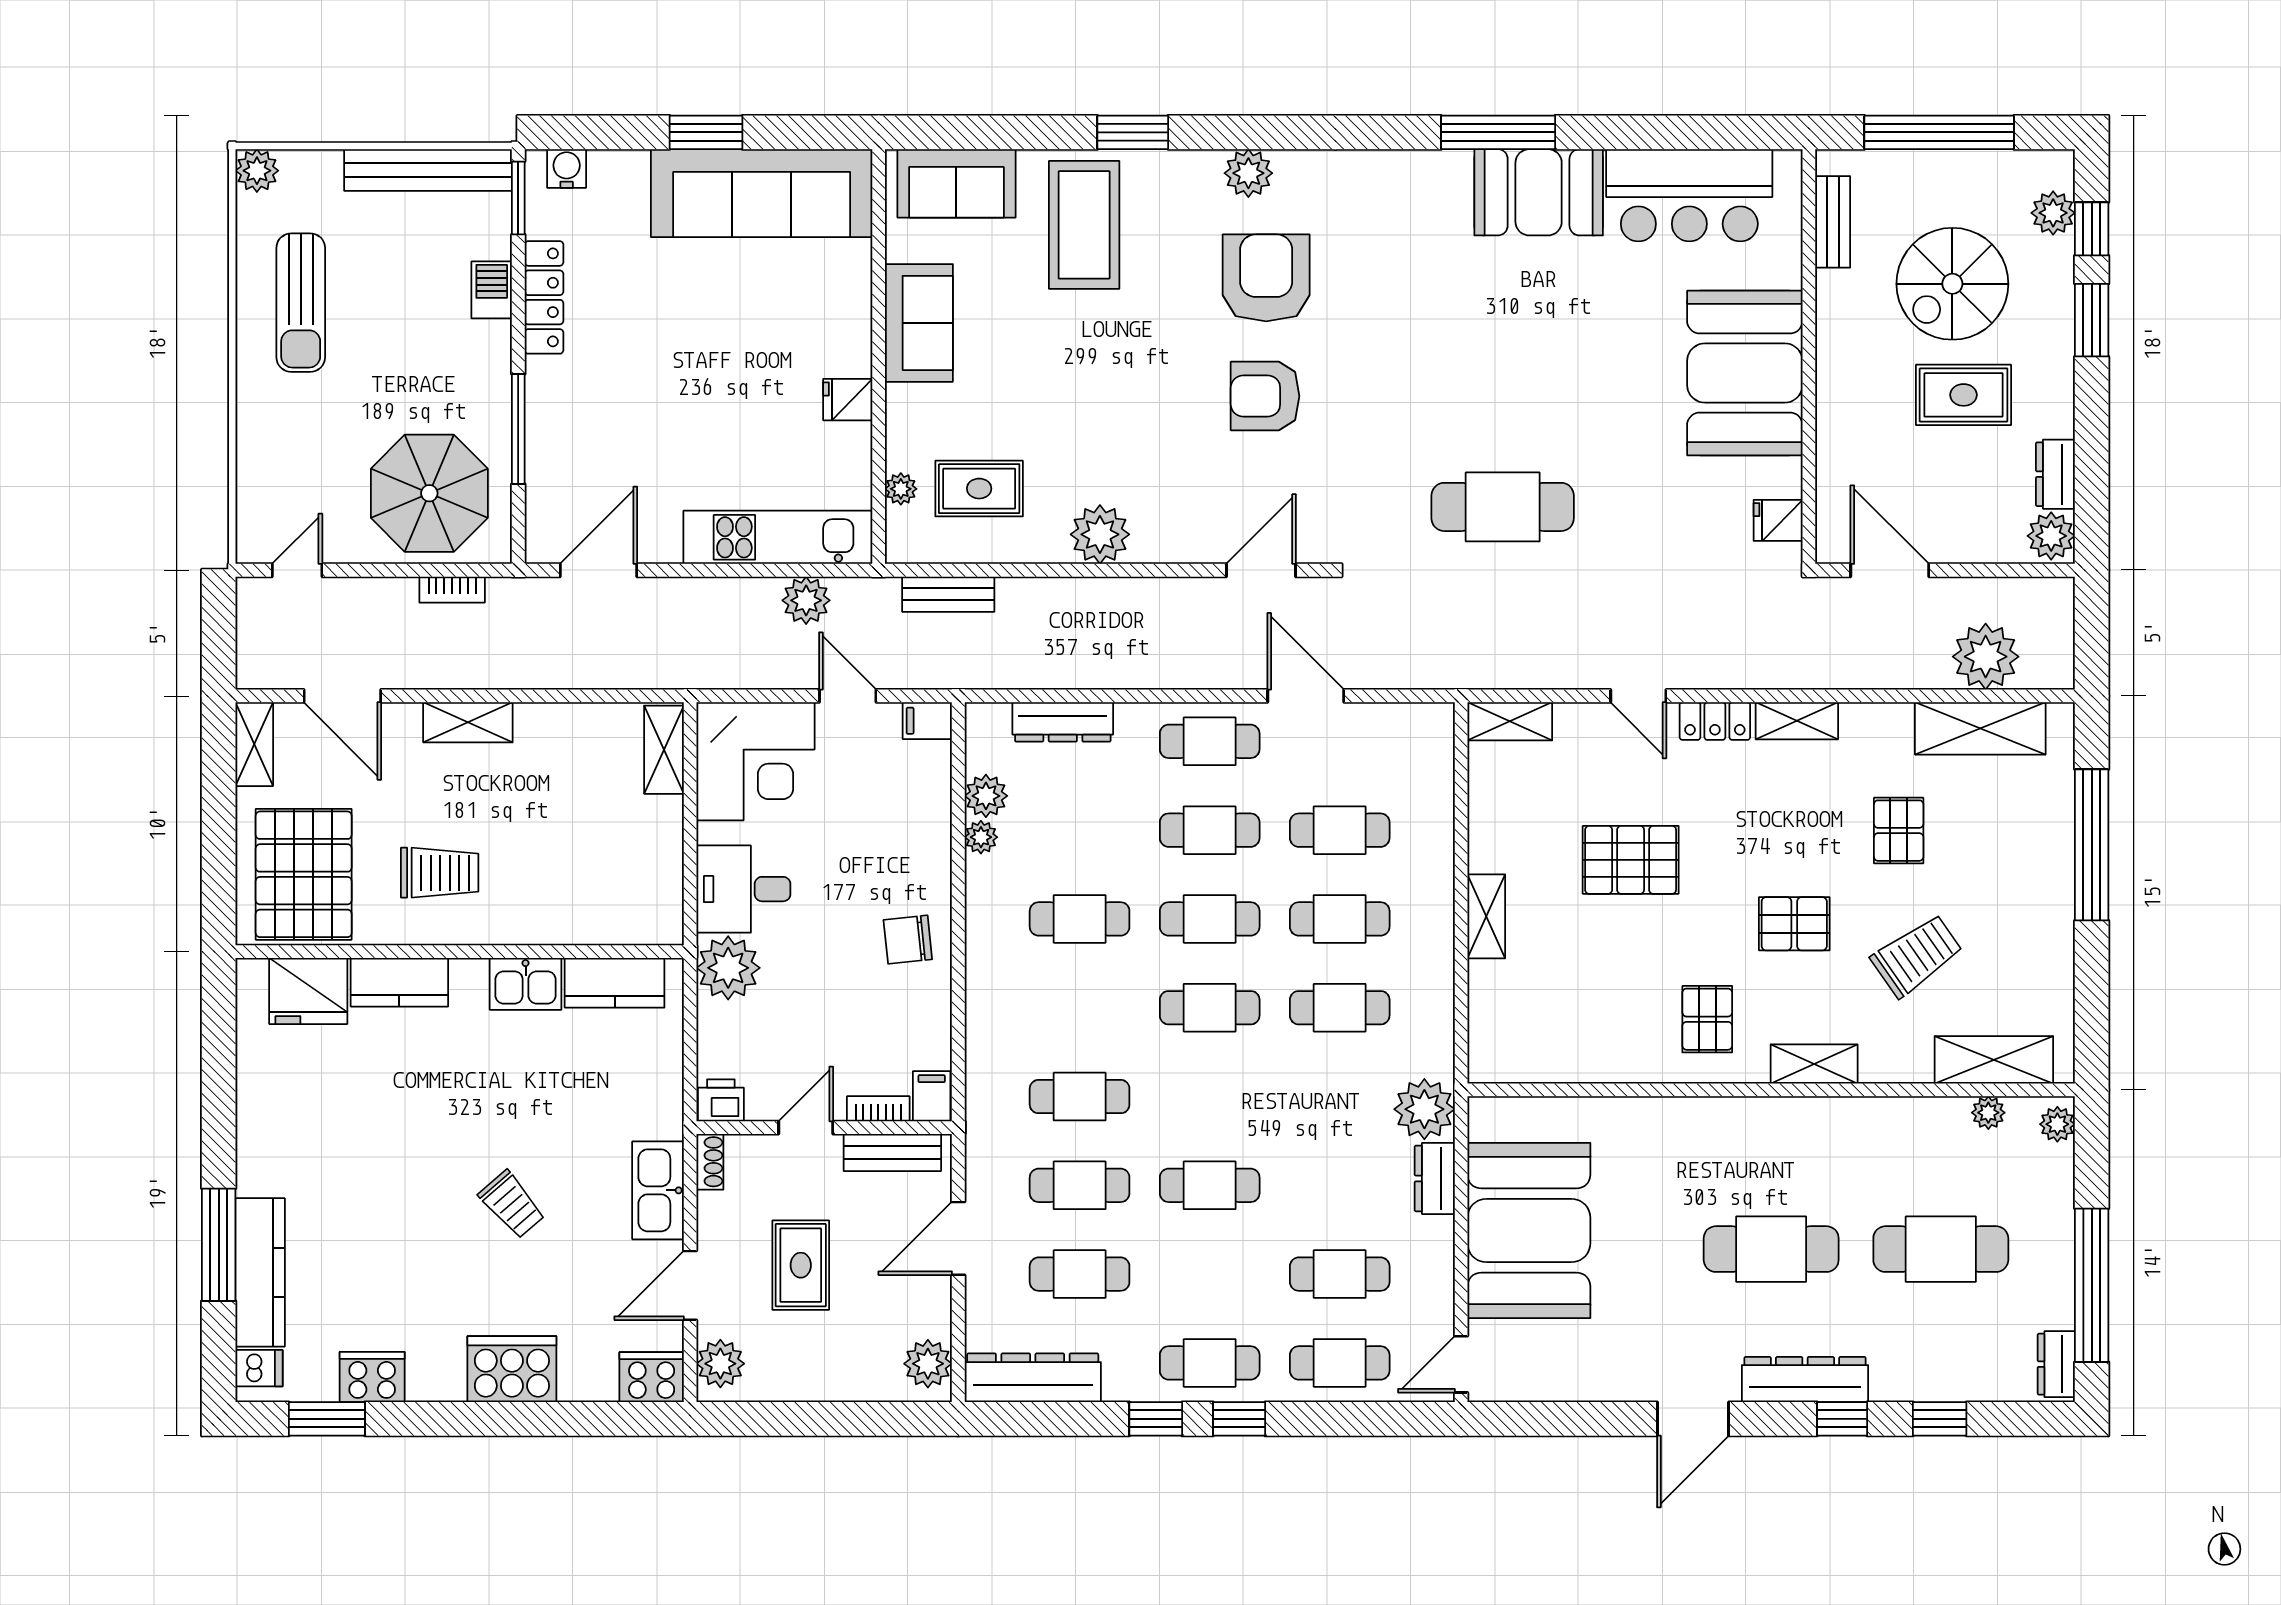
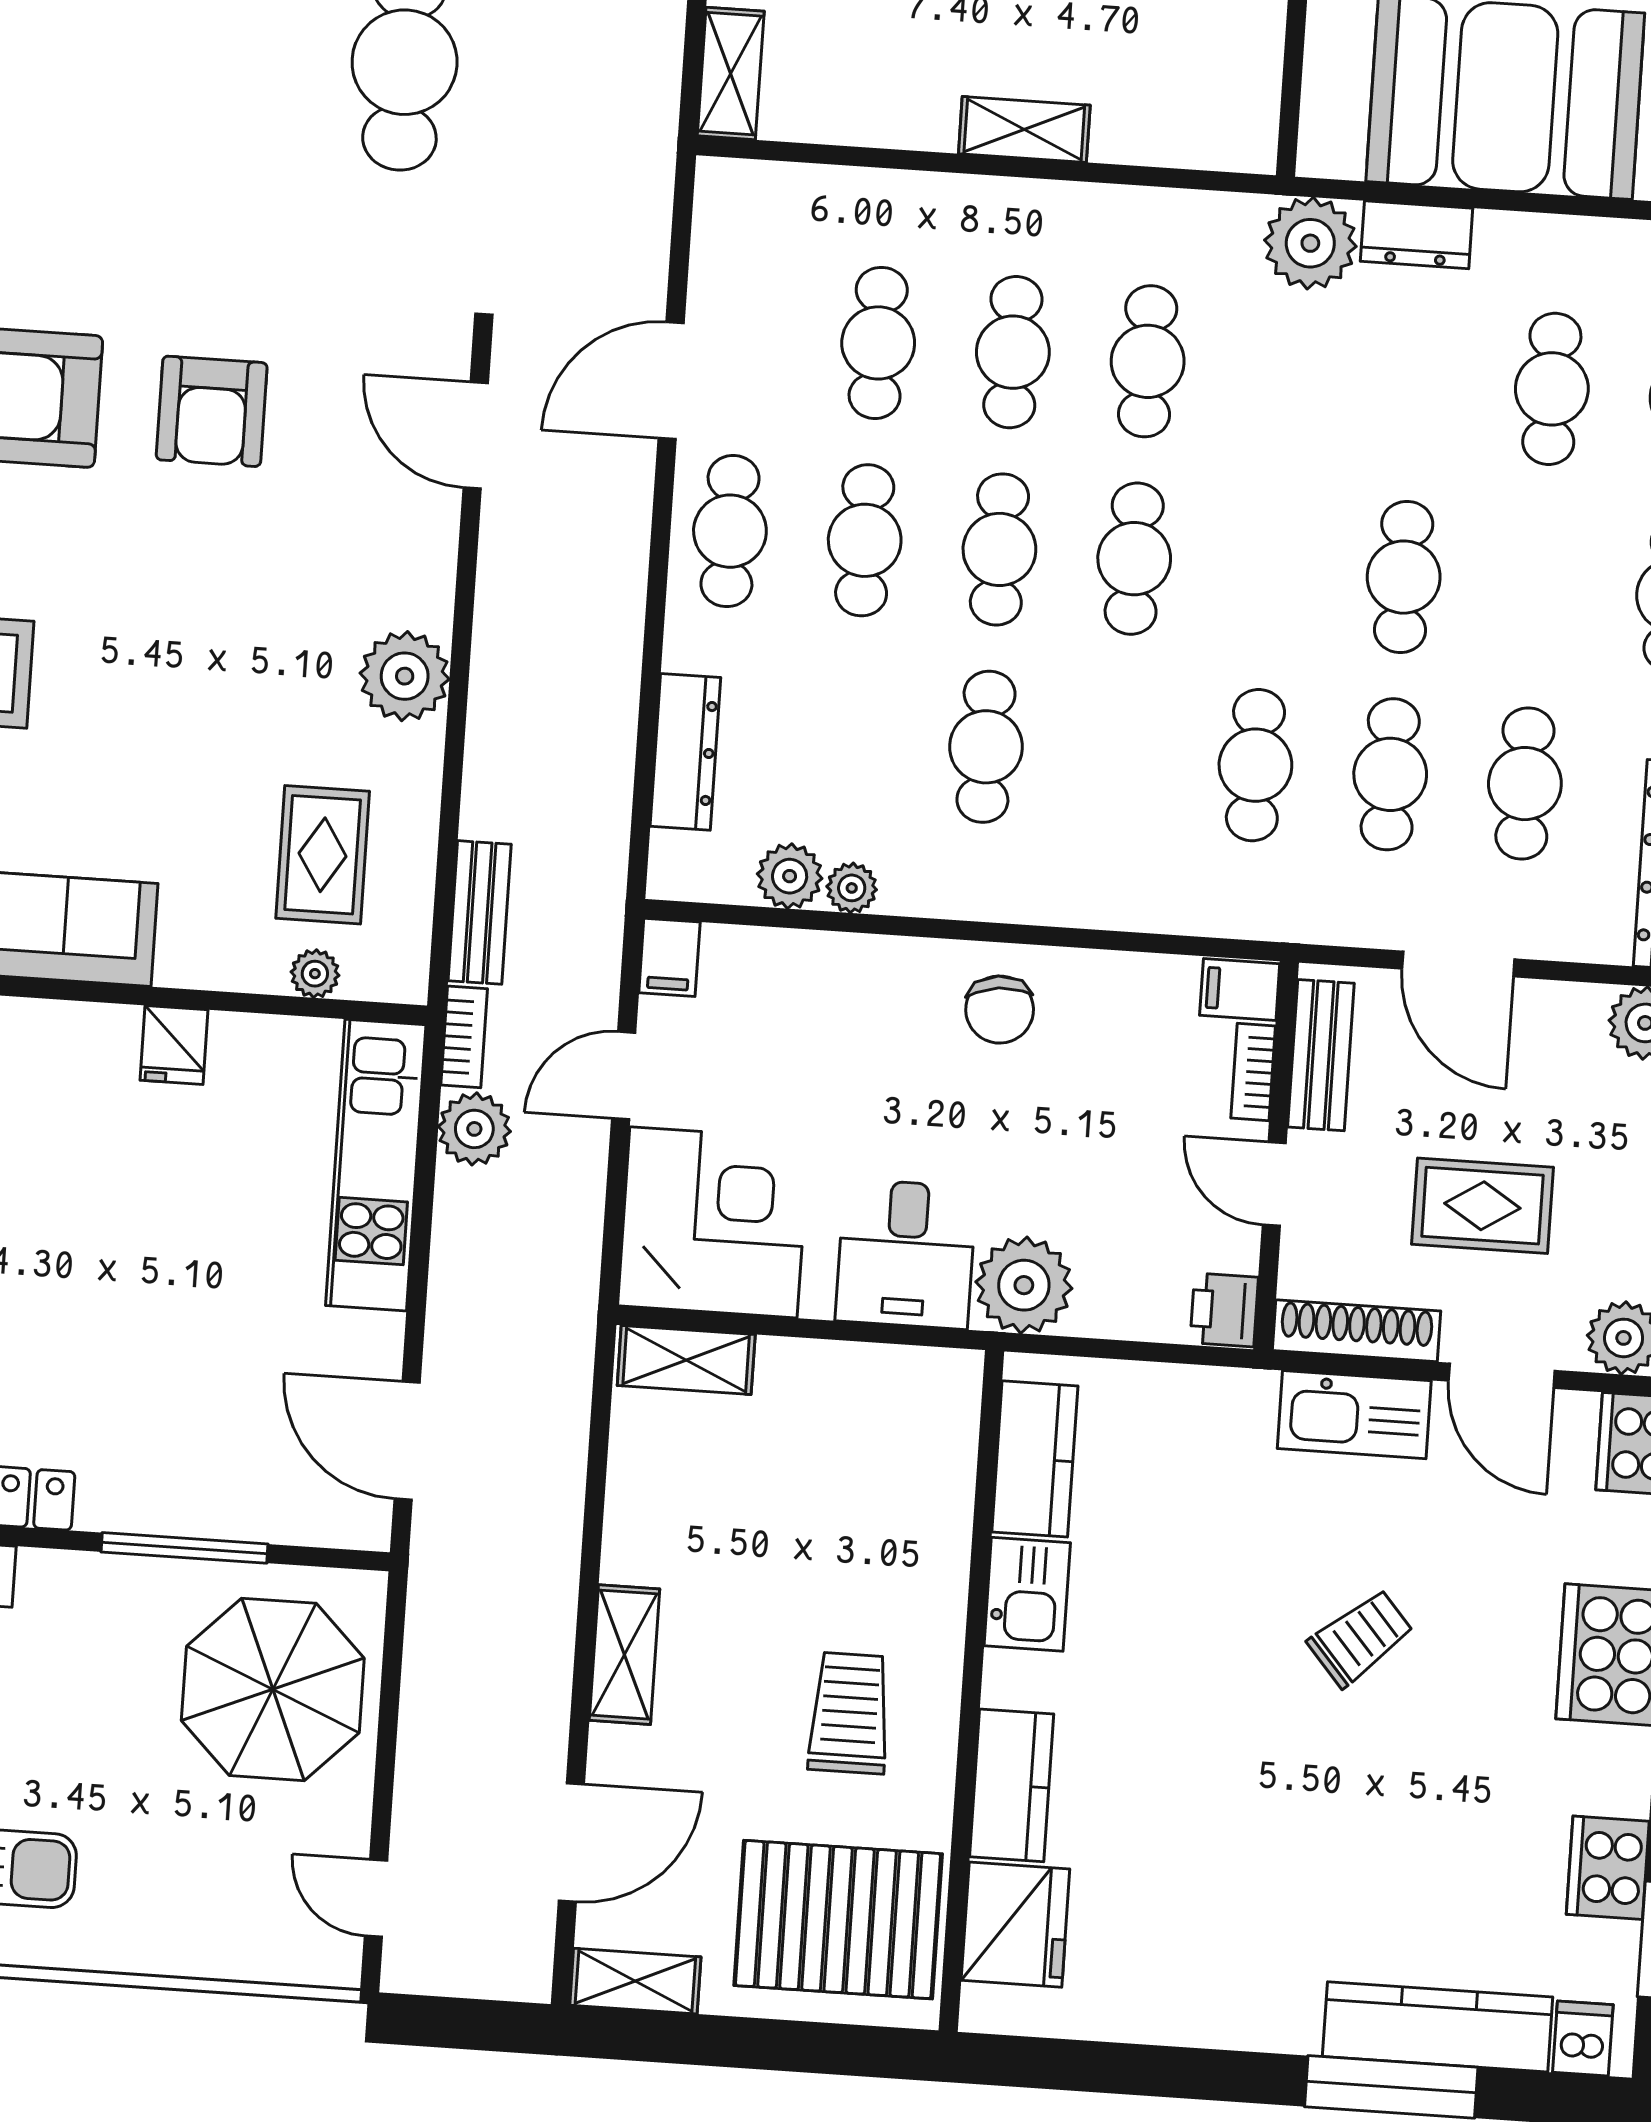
bookcase: (452, 590) -> (464, 1037), moved
shoe rack: (710, 1162) -> (1357, 1331), width x1.94, depth x1.24

